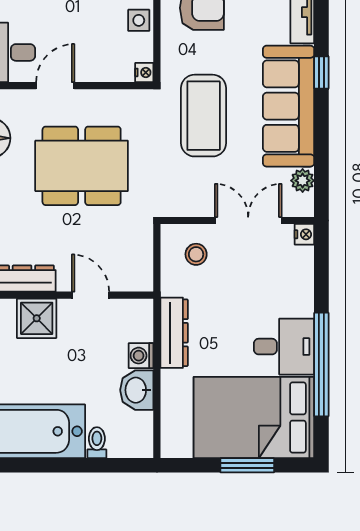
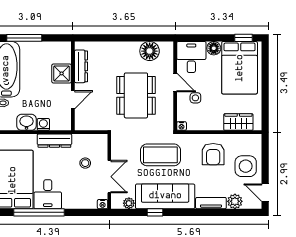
side table: (139, 20) -> (195, 98), moved
window: (321, 72) -> (155, 212), moved
stool: (196, 254) -> (85, 163), moved

